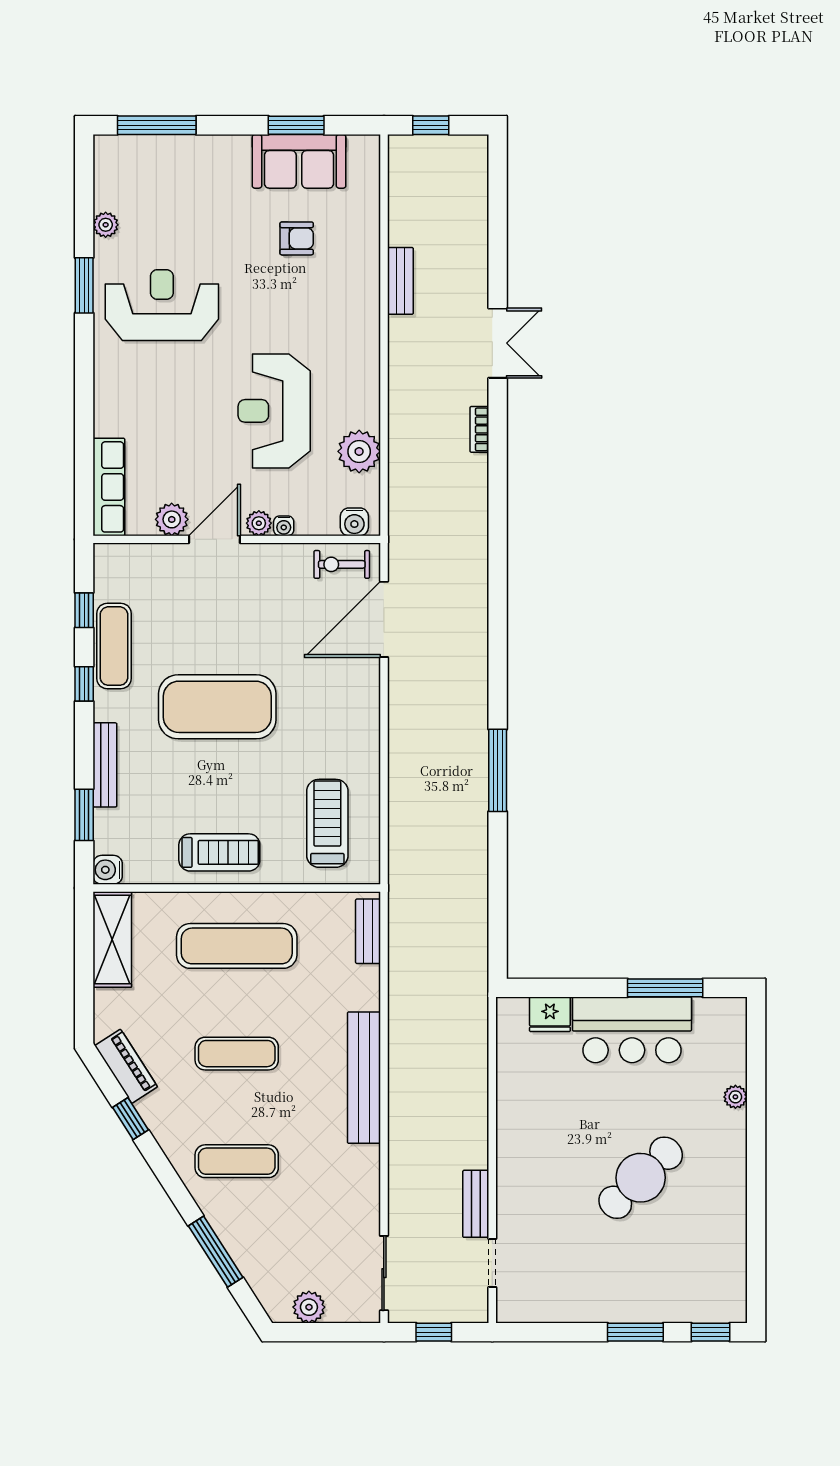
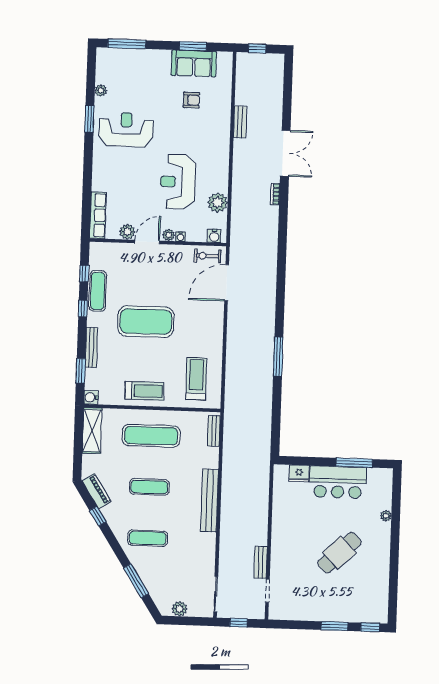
double door: (498, 343) -> (285, 153), width x1.37

